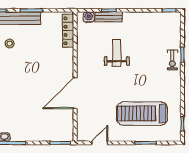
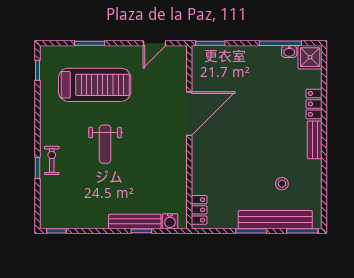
bench: (109, 17) -> (135, 221), width x1.36
locker: (68, 31) -> (199, 210), width x0.66
weight bench: (117, 53) -> (105, 144), moved

